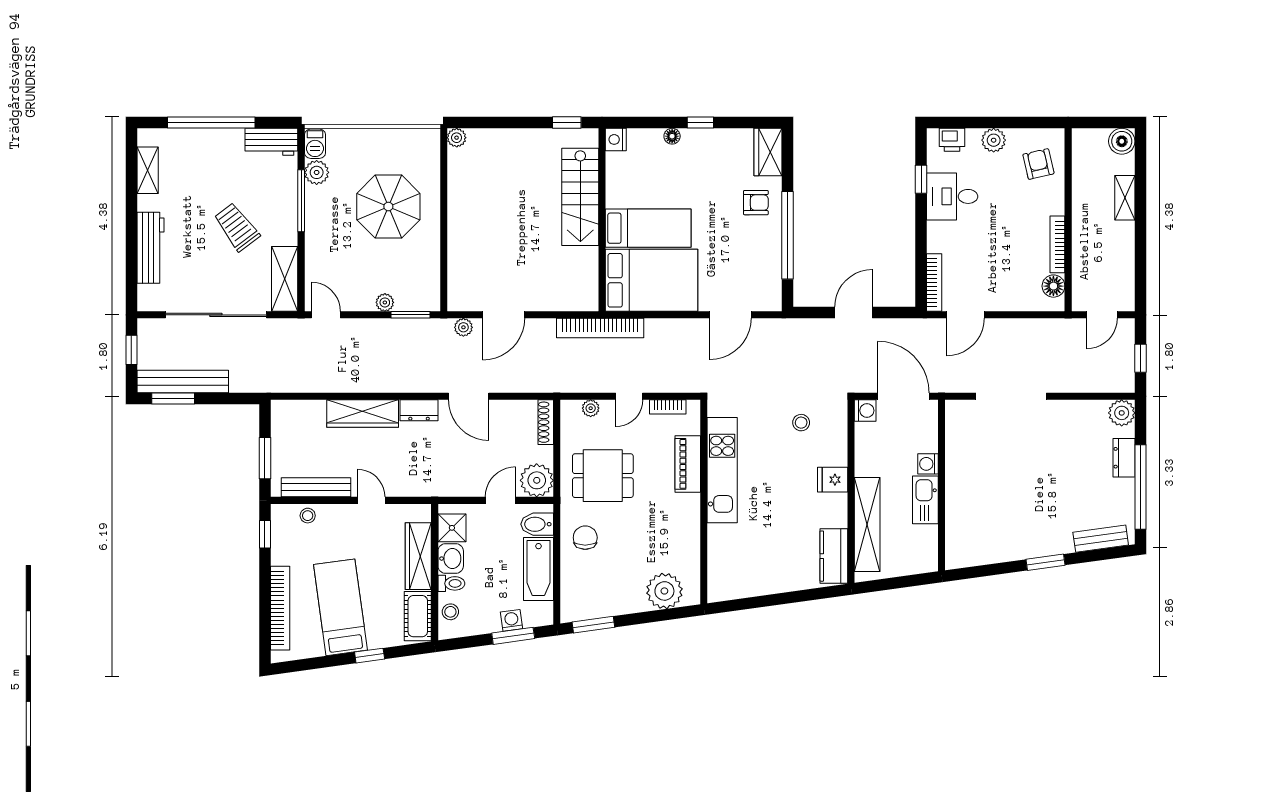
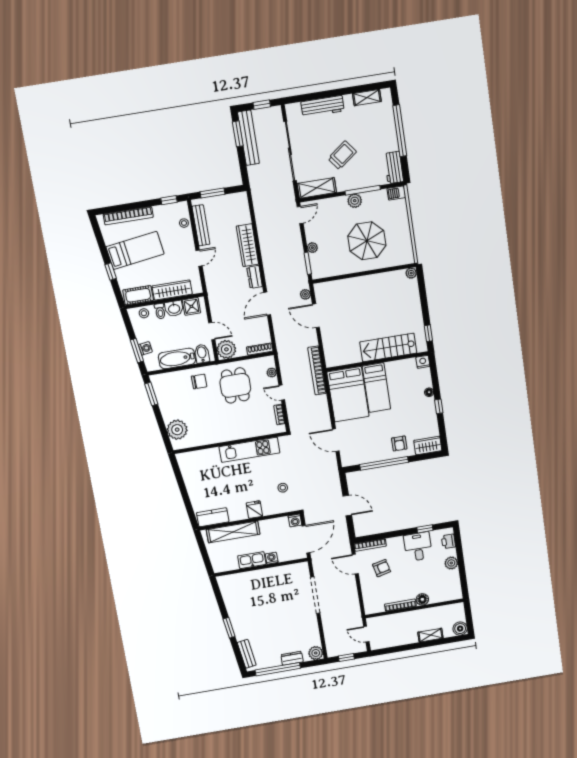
armchair: (1038, 164) -> (382, 568), moved
plant: (317, 172) -> (355, 201), moved
floor lamp: (1053, 286) -> (422, 599), moved
piano: (688, 464) -> (250, 431), removed

